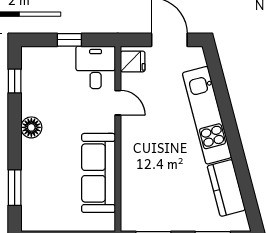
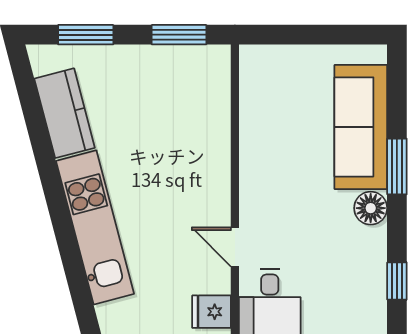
sofa: (98, 173) -> (361, 127), moved, turned 180
window: (15, 188) -> (397, 166), moved

